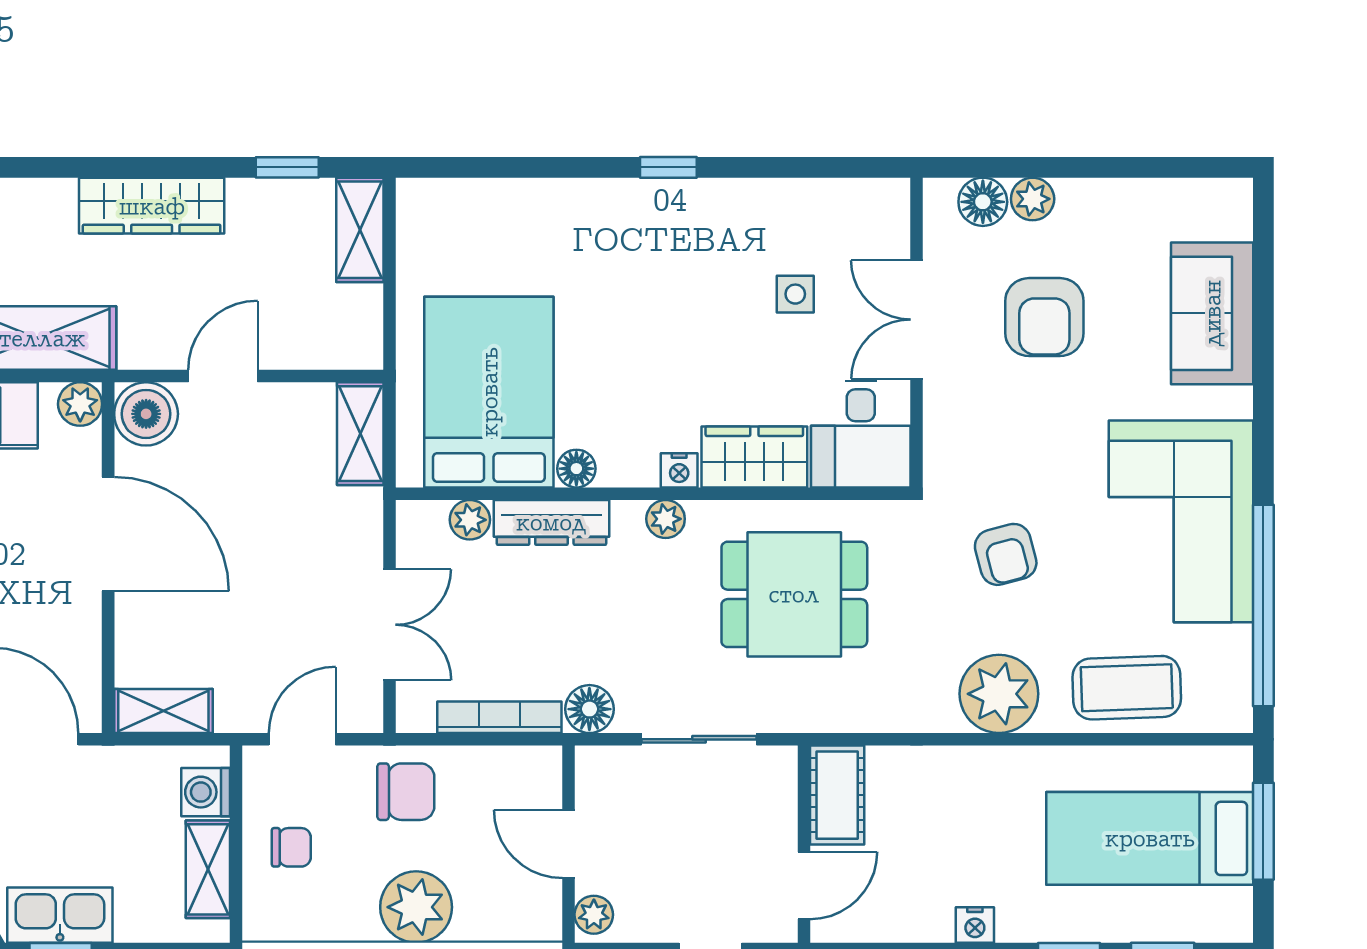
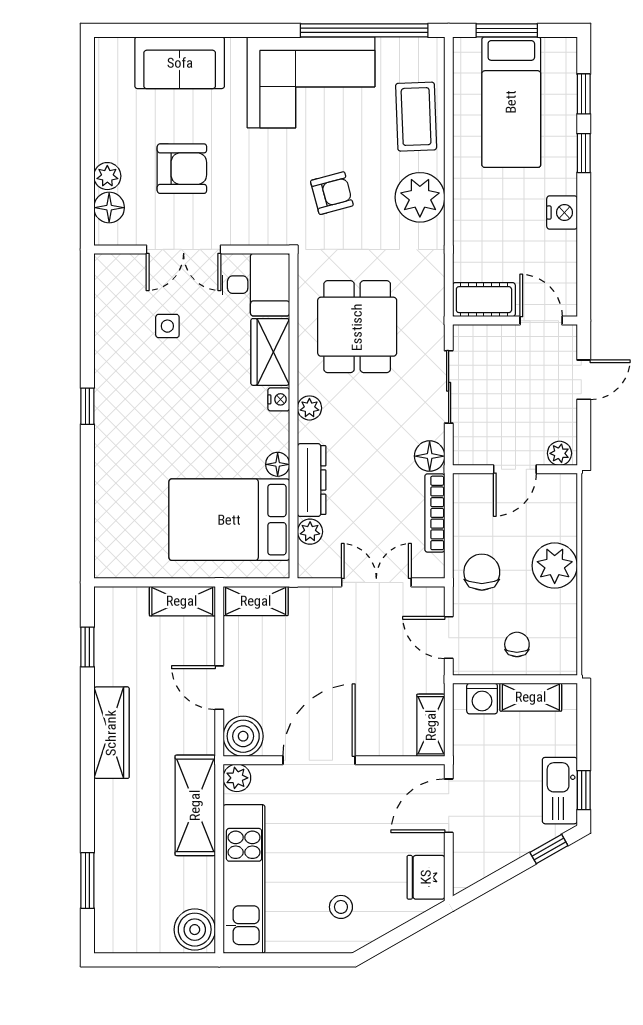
shelving: (360, 230) -> (182, 601), moved
nightstand: (975, 925) -> (562, 213), width x1.39, depth x1.35

